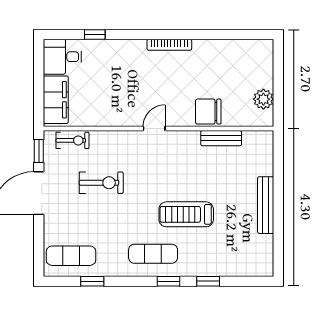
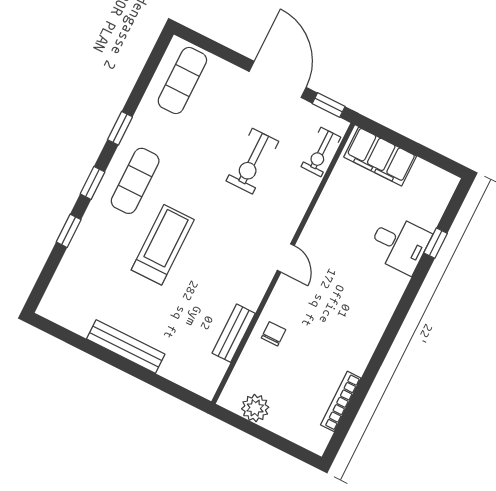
bookcase: (169, 45) -> (341, 401), moved
desk: (62, 57) -> (399, 244), moved, turned 90
chair: (208, 112) -> (274, 334), width x0.54, depth x0.54
window: (92, 281) -> (120, 128), moved

